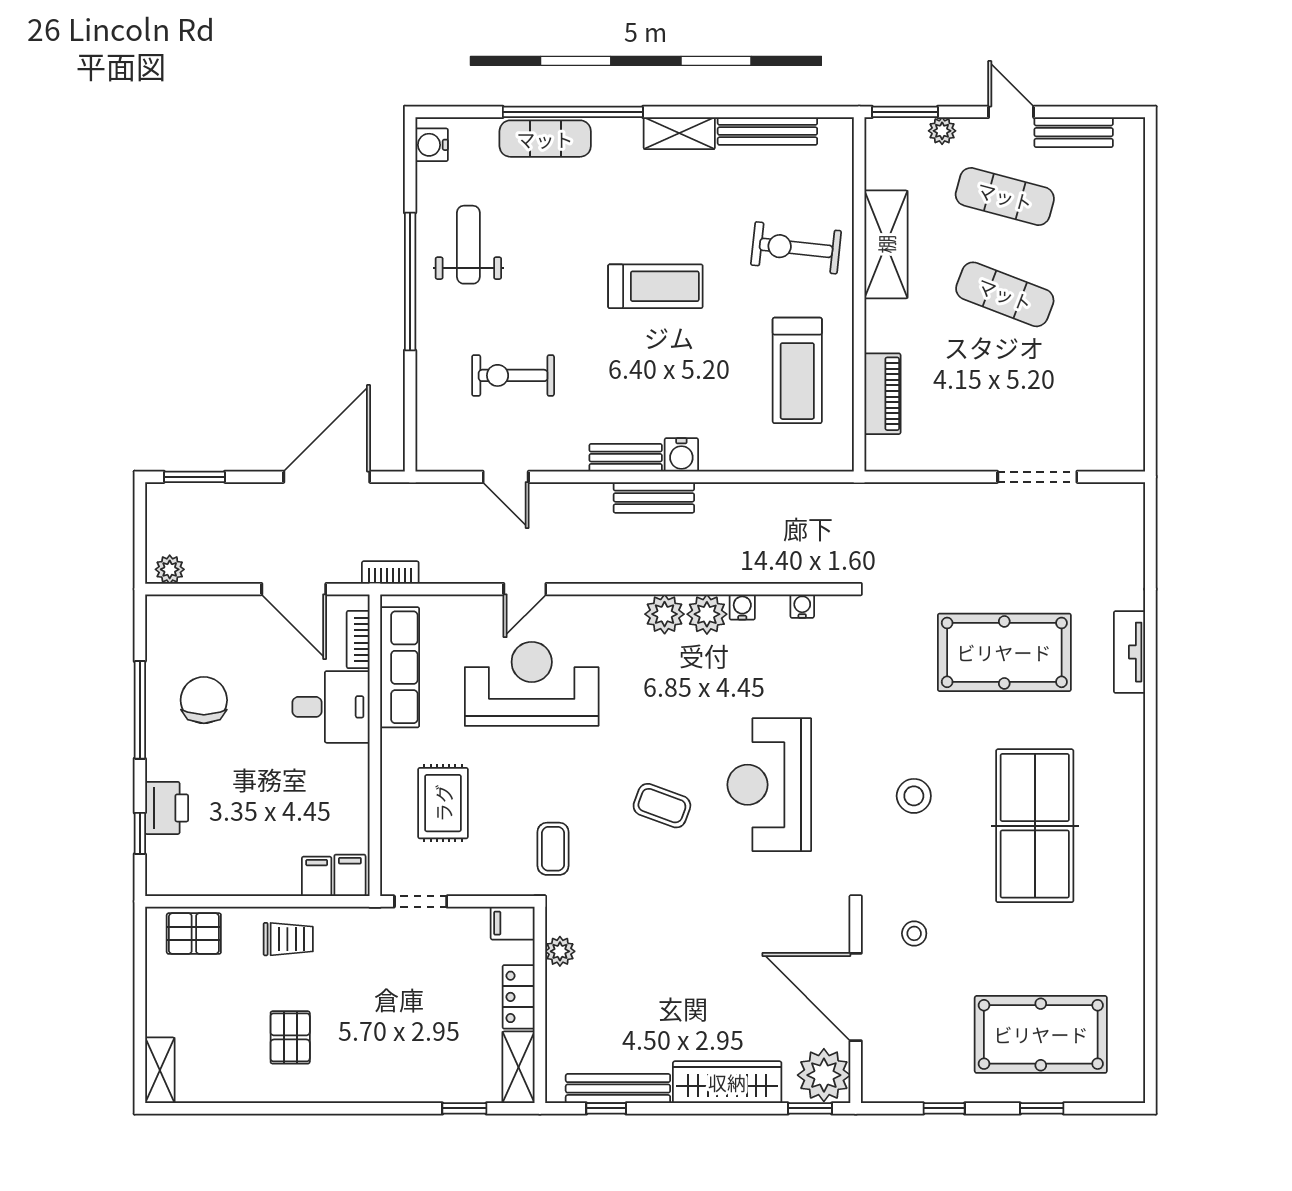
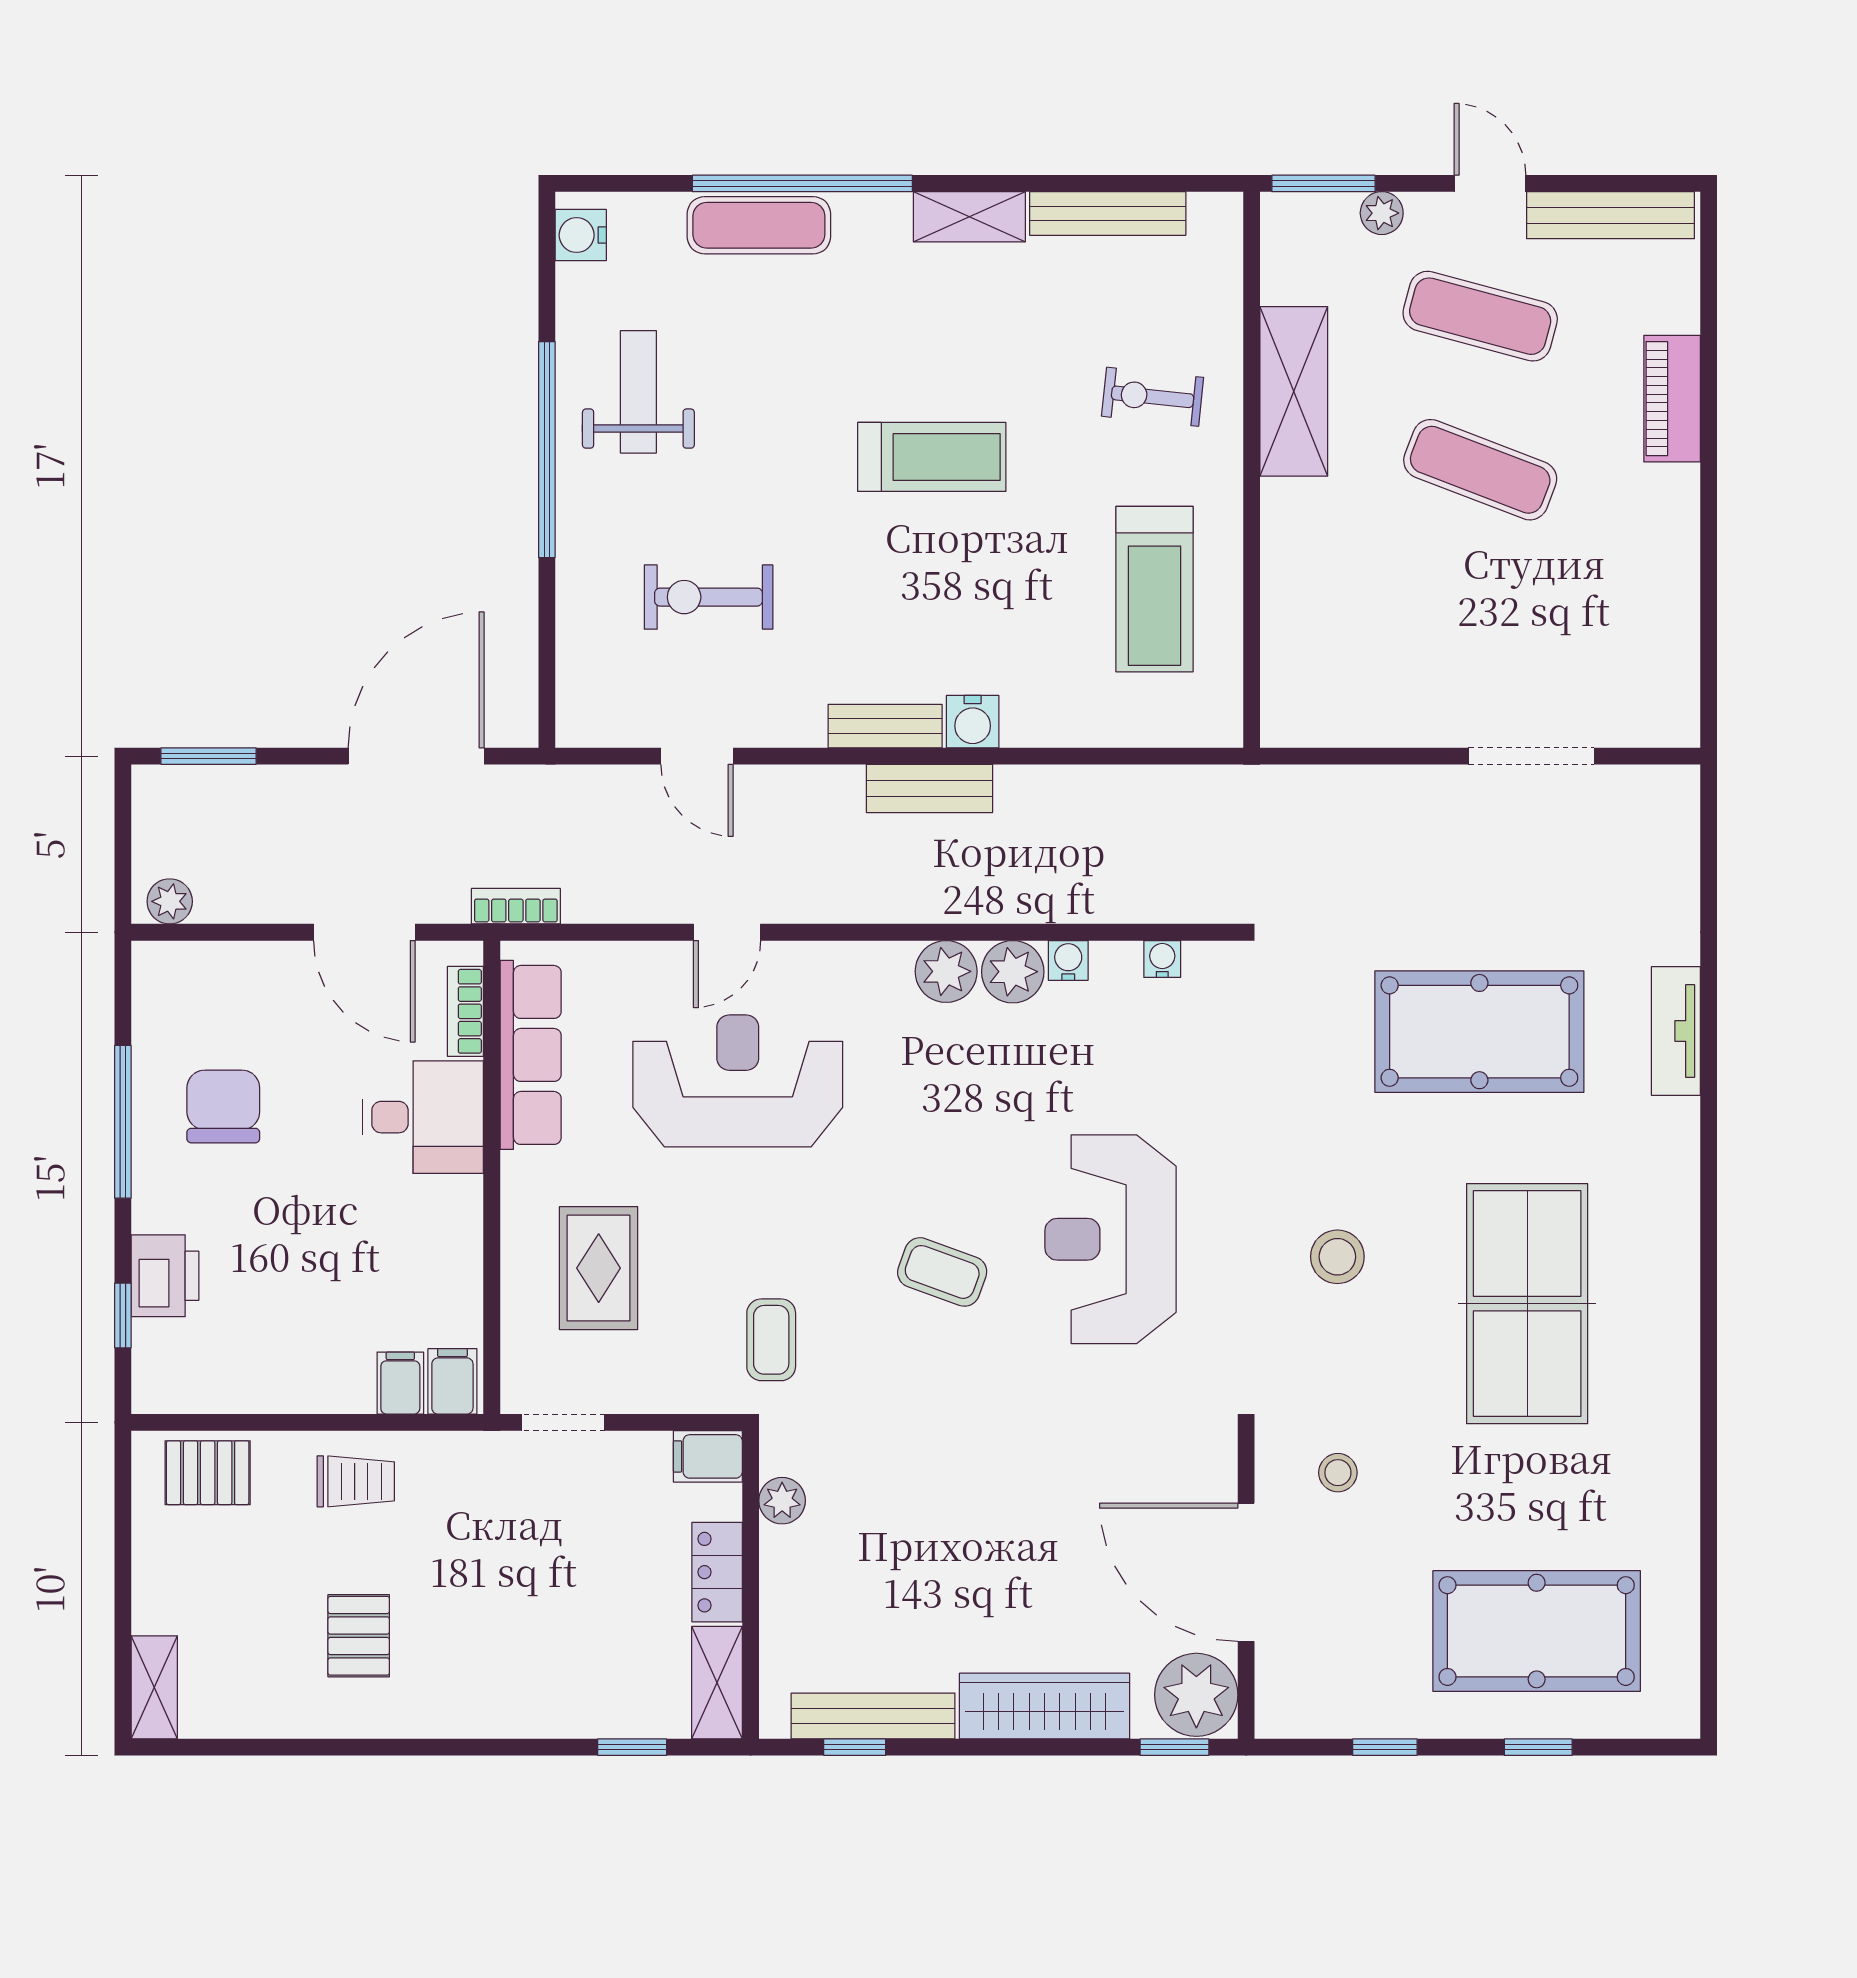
bench: (1074, 132) -> (1611, 215), width x1.36
exercise bike: (796, 248) -> (1153, 397), width x0.73, depth x0.72
piano: (882, 394) -> (1672, 399), moved, turned 180

